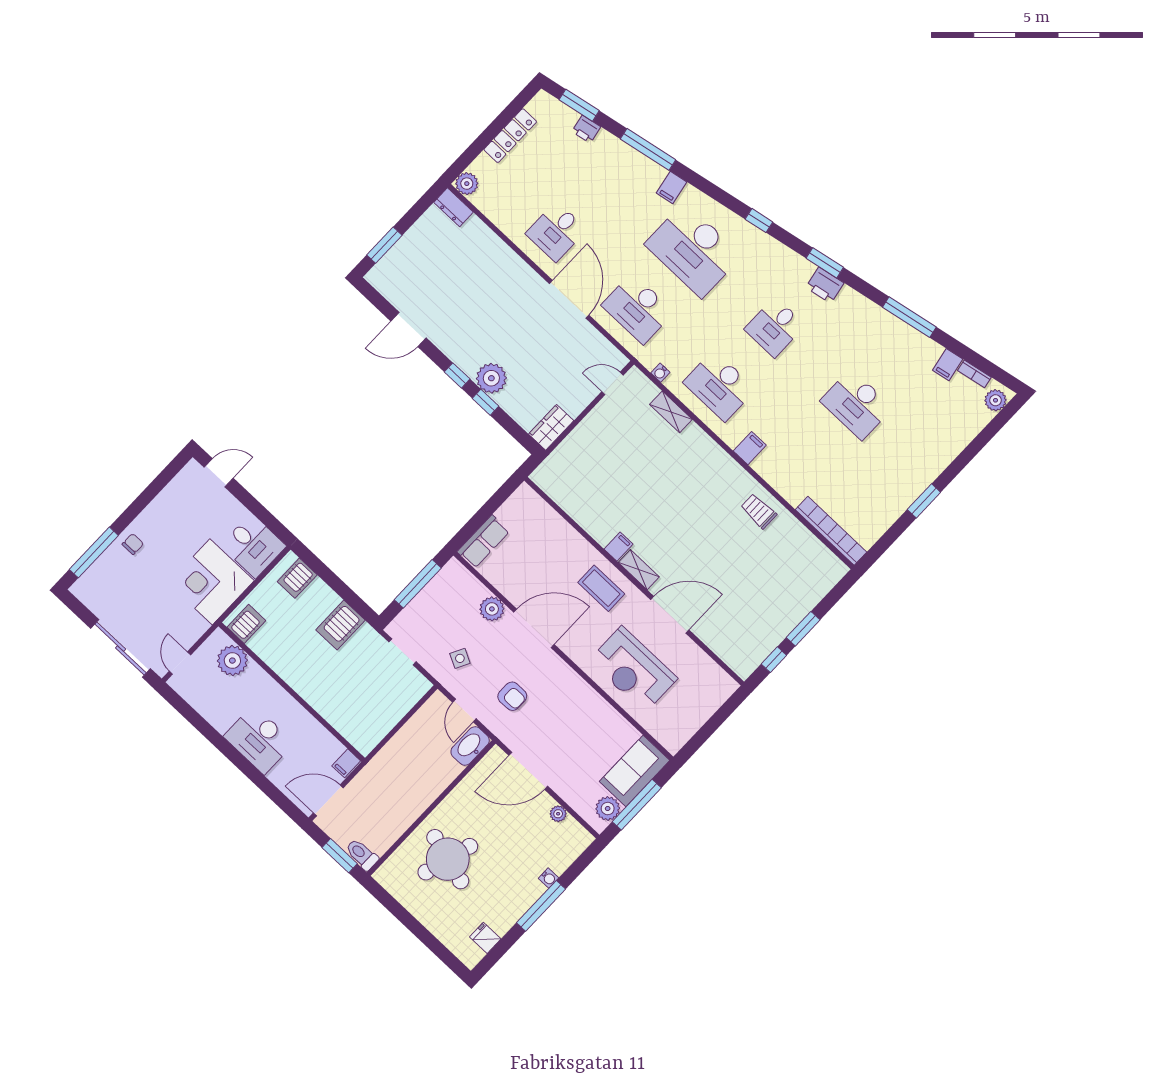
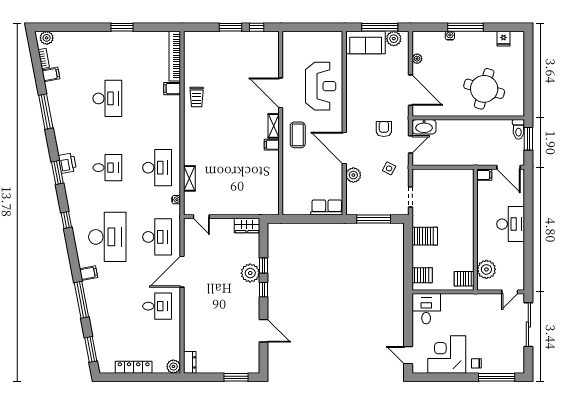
printer: (586, 129) -> (99, 336), removed
filing cabinet: (750, 448) -> (172, 89), moved
corner desk: (211, 582) -> (447, 355), moved, turned 180

